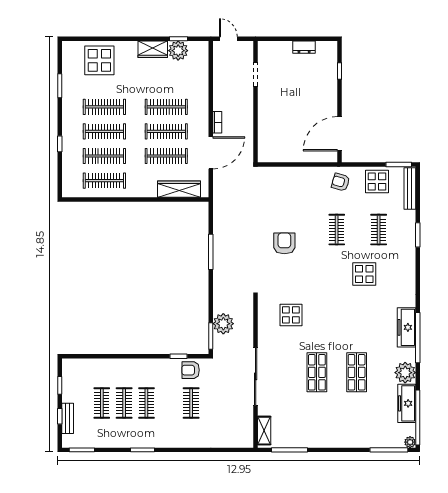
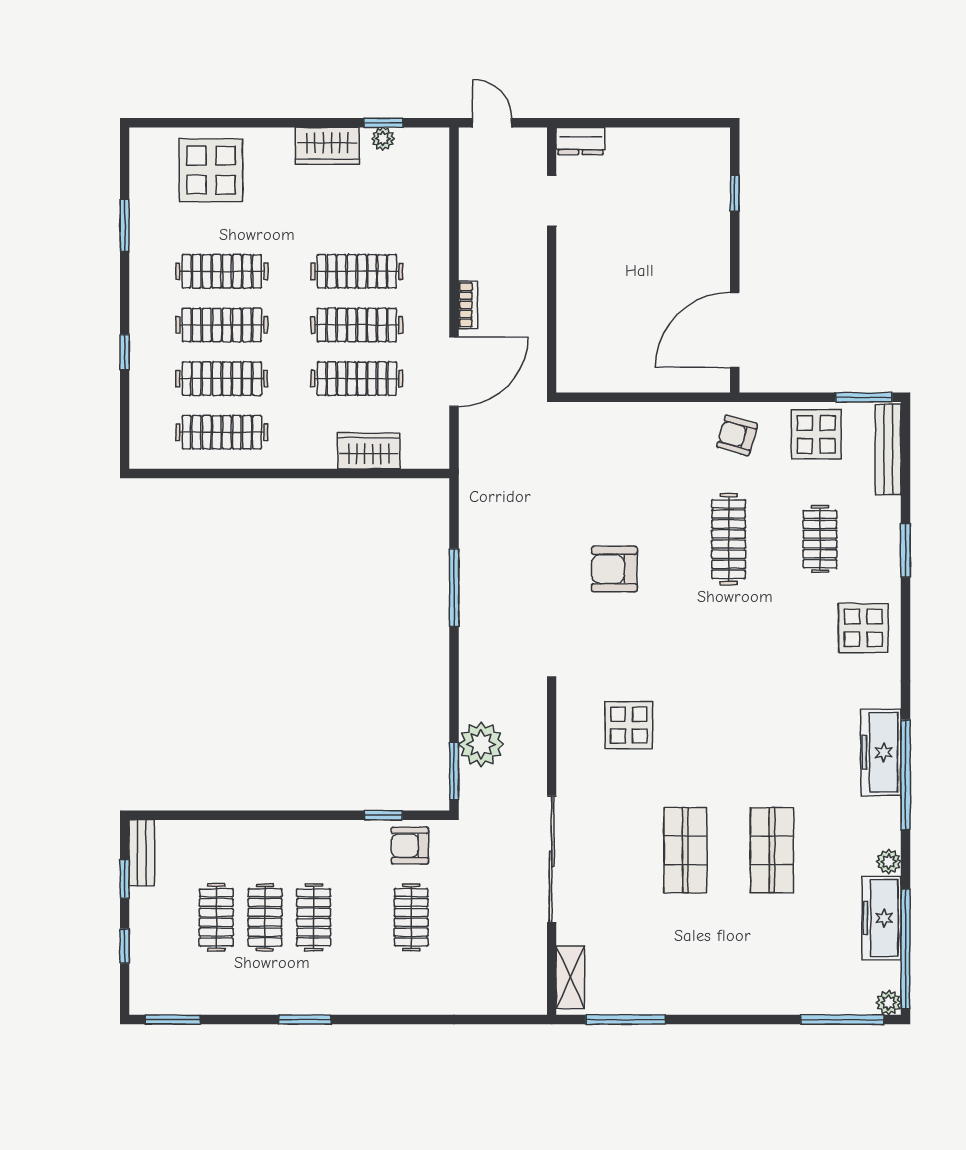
dresser: (304, 47) -> (580, 141), moved
plant: (178, 51) -> (383, 139), width x0.53, depth x0.53
wardrobe: (179, 189) -> (369, 451), width x0.67
clothes rail: (337, 230) -> (729, 539), width x1.36
armchair: (284, 243) -> (614, 569), turned -90
display table: (364, 274) -> (863, 628), moved
plant: (405, 373) -> (889, 862), width x0.53, depth x0.53
bench: (68, 418) -> (142, 853), moved

